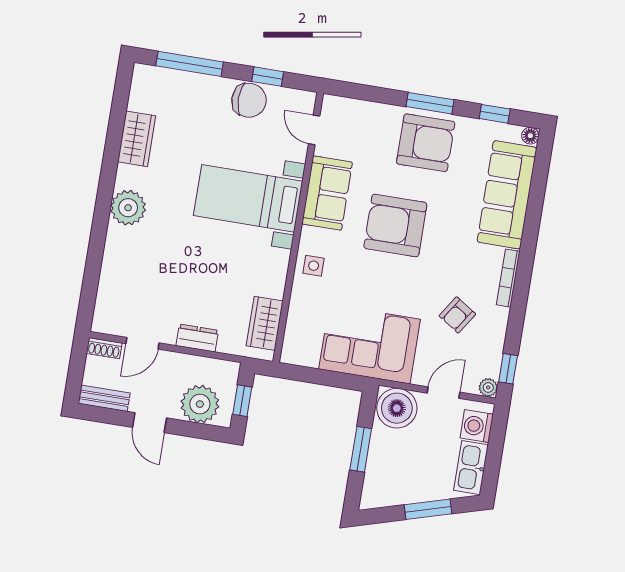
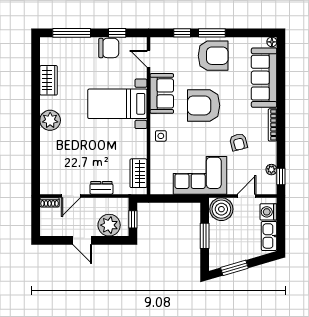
window: (495, 114) -> (182, 33), moved
armchair: (457, 315) -> (239, 142), moved, turned -47
plant: (488, 387) -> (271, 170), moved
bench: (104, 398) -> (54, 231), removed
window: (428, 509) -> (234, 268), moved

